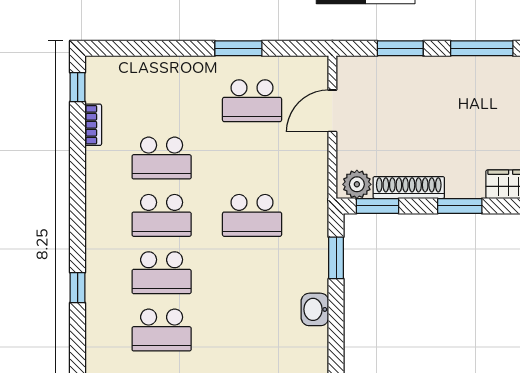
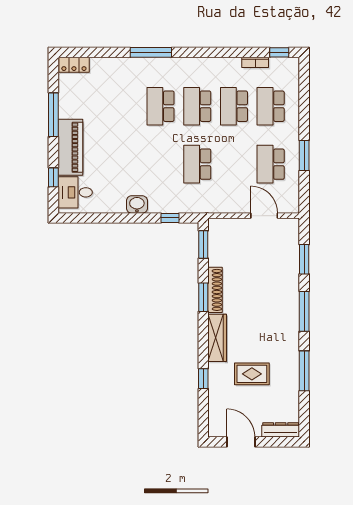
plant: (357, 184) -> (217, 231), removed
shoe rack: (409, 188) -> (215, 290), moved
window: (336, 258) -> (170, 218), width x0.67
window: (78, 288) -> (151, 52), width x2.17
school desk: (162, 330) -> (271, 106), moved

